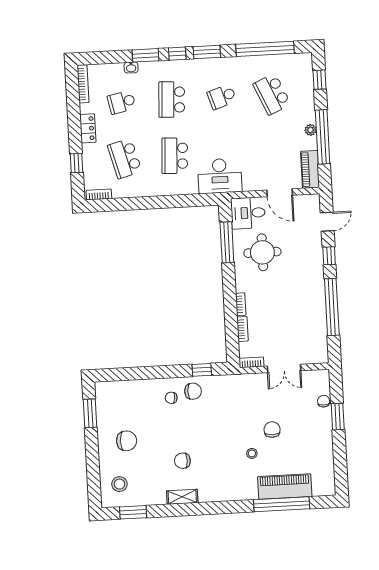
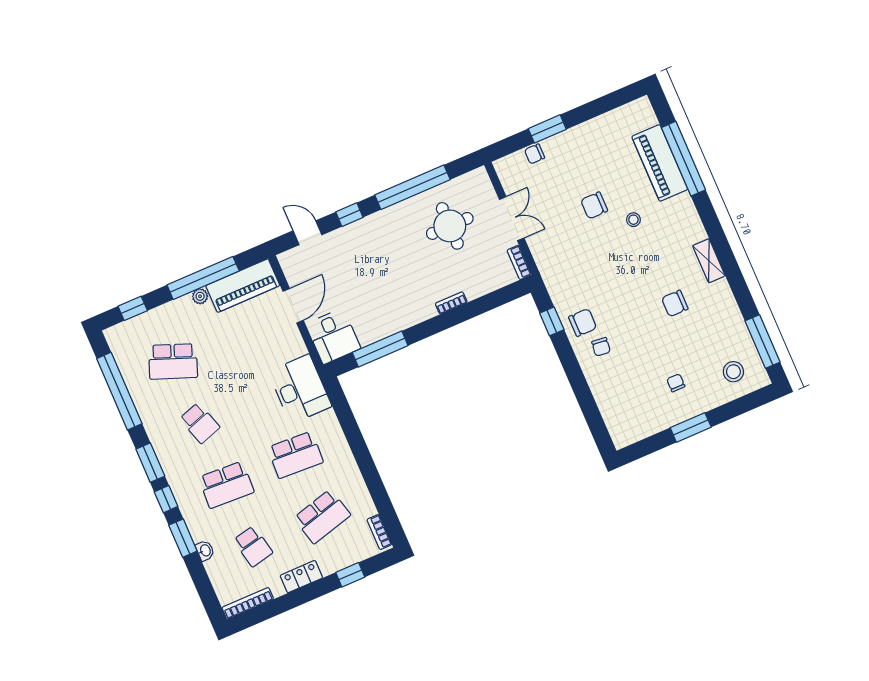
school desk: (272, 94) -> (173, 361), turned 45
piano: (310, 169) -> (243, 286), width x1.37, depth x1.33
round table: (262, 252) -> (450, 226), moved
bookcase: (243, 329) -> (482, 289), removed
chair: (193, 391) -> (583, 322), turned 90
window: (90, 413) -> (691, 427), moved
chair: (127, 441) -> (676, 383), width x0.54, depth x0.54
chair: (182, 461) -> (675, 303), turned 90
shelving: (182, 497) -> (709, 261), moved
window: (133, 512) -> (763, 341), width x1.44

